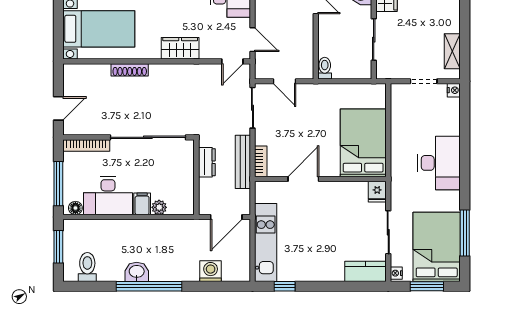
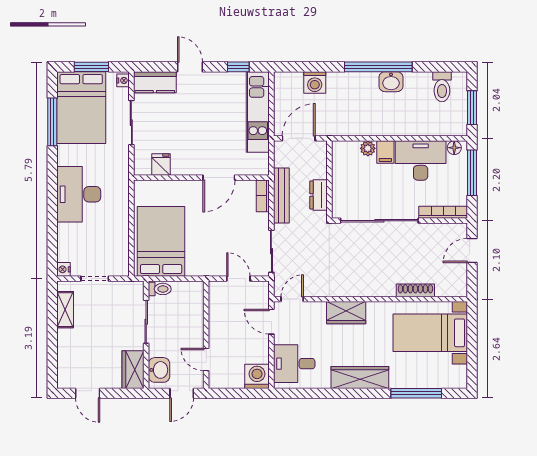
toilet: (325, 68) -> (160, 289), moved, turned -90
shoe rack: (130, 70) -> (415, 290), moved
bed: (363, 143) -> (161, 241), moved, turned 180
fridge: (377, 192) -> (161, 165), moved
door: (331, 286) -> (190, 67), added

